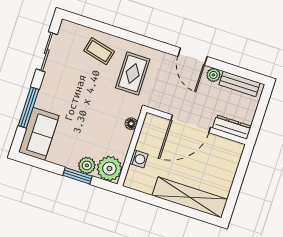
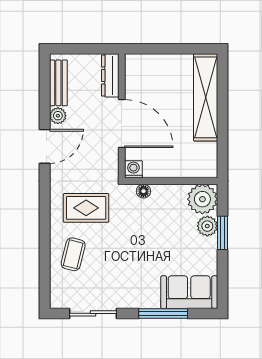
washing machine: (139, 159) -> (133, 169), moved

